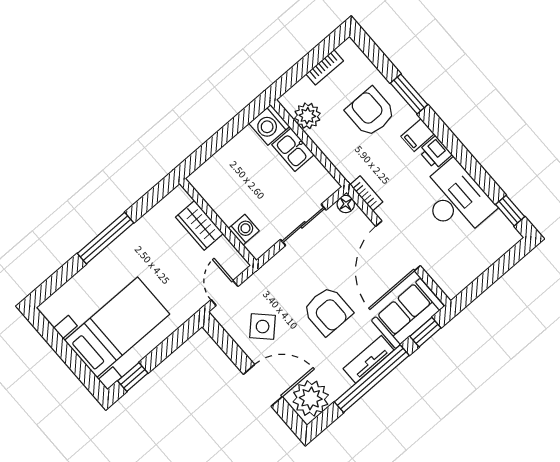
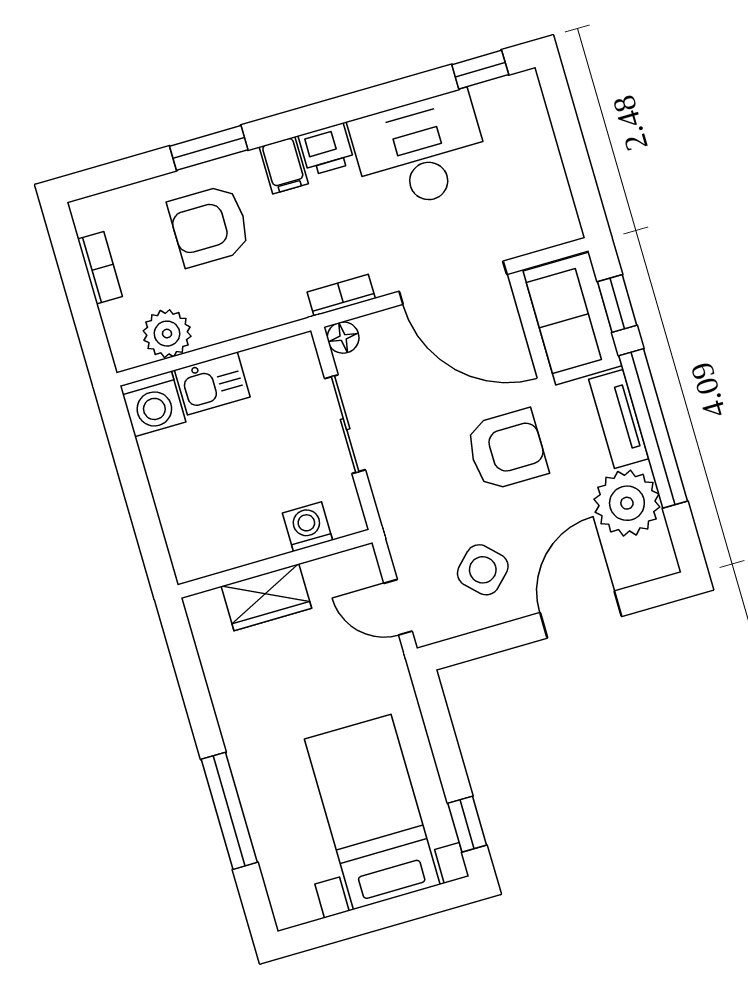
window: (106, 238) -> (229, 811), moved
plant: (311, 398) -> (627, 503), moved

